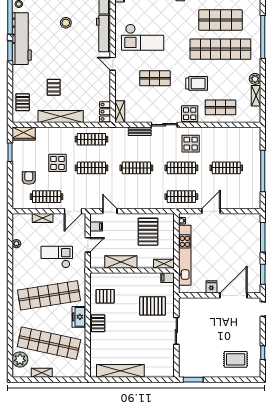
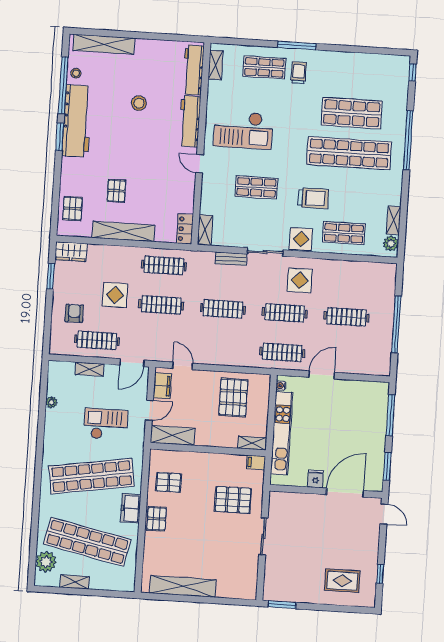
plant: (255, 79) -> (391, 243), moved
filing cabinet: (96, 226) -> (162, 386), width x2.00
shelving: (121, 262) -> (173, 435), moved

